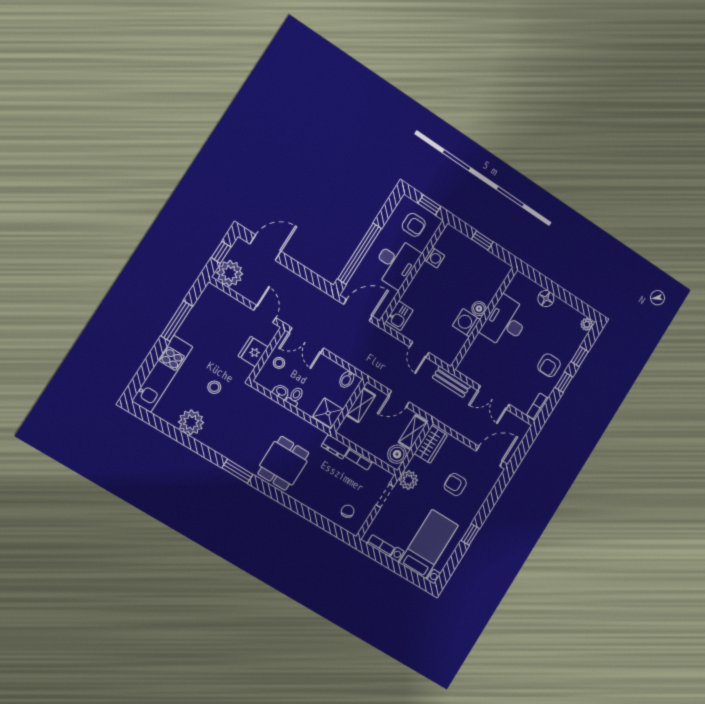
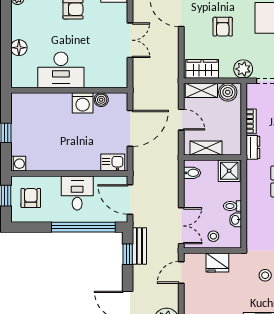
washing machine: (435, 258) -> (18, 164), moved, turned 90
desk: (396, 263) -> (77, 193), width x0.73
window: (311, 277) -> (128, 254), added
boiler: (479, 309) -> (101, 100), moved
door: (419, 350) -> (130, 128), width x1.88
bench: (451, 382) -> (139, 246), moved

